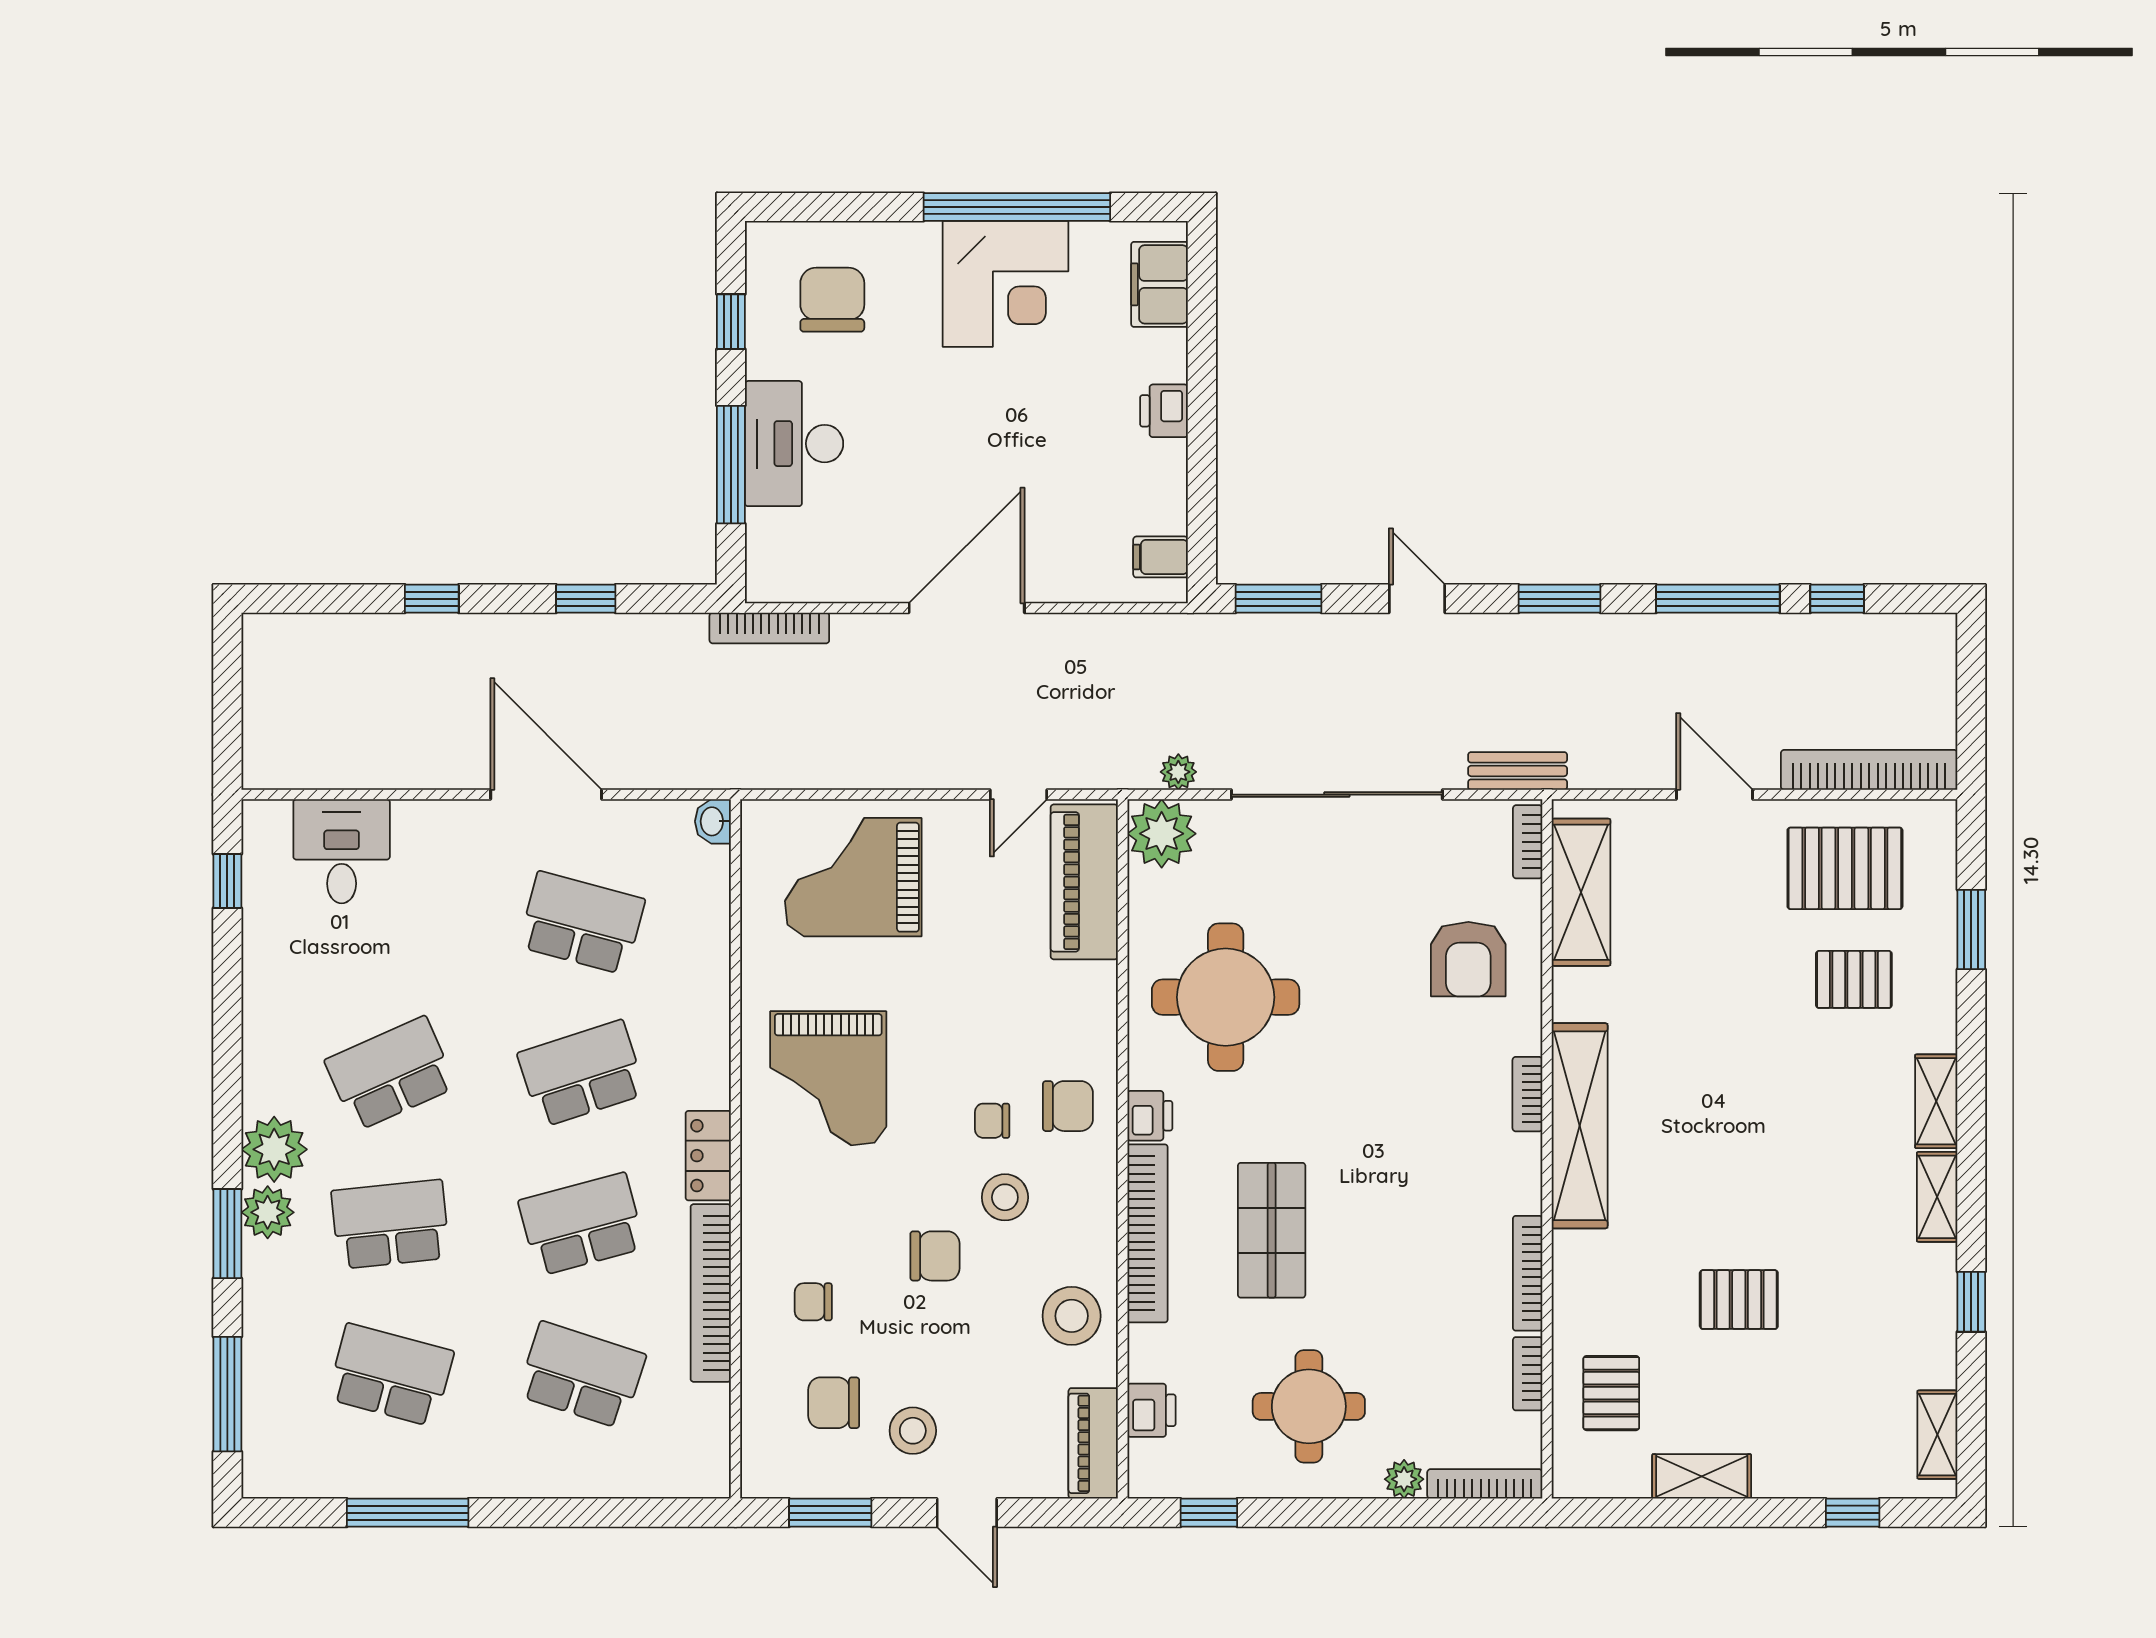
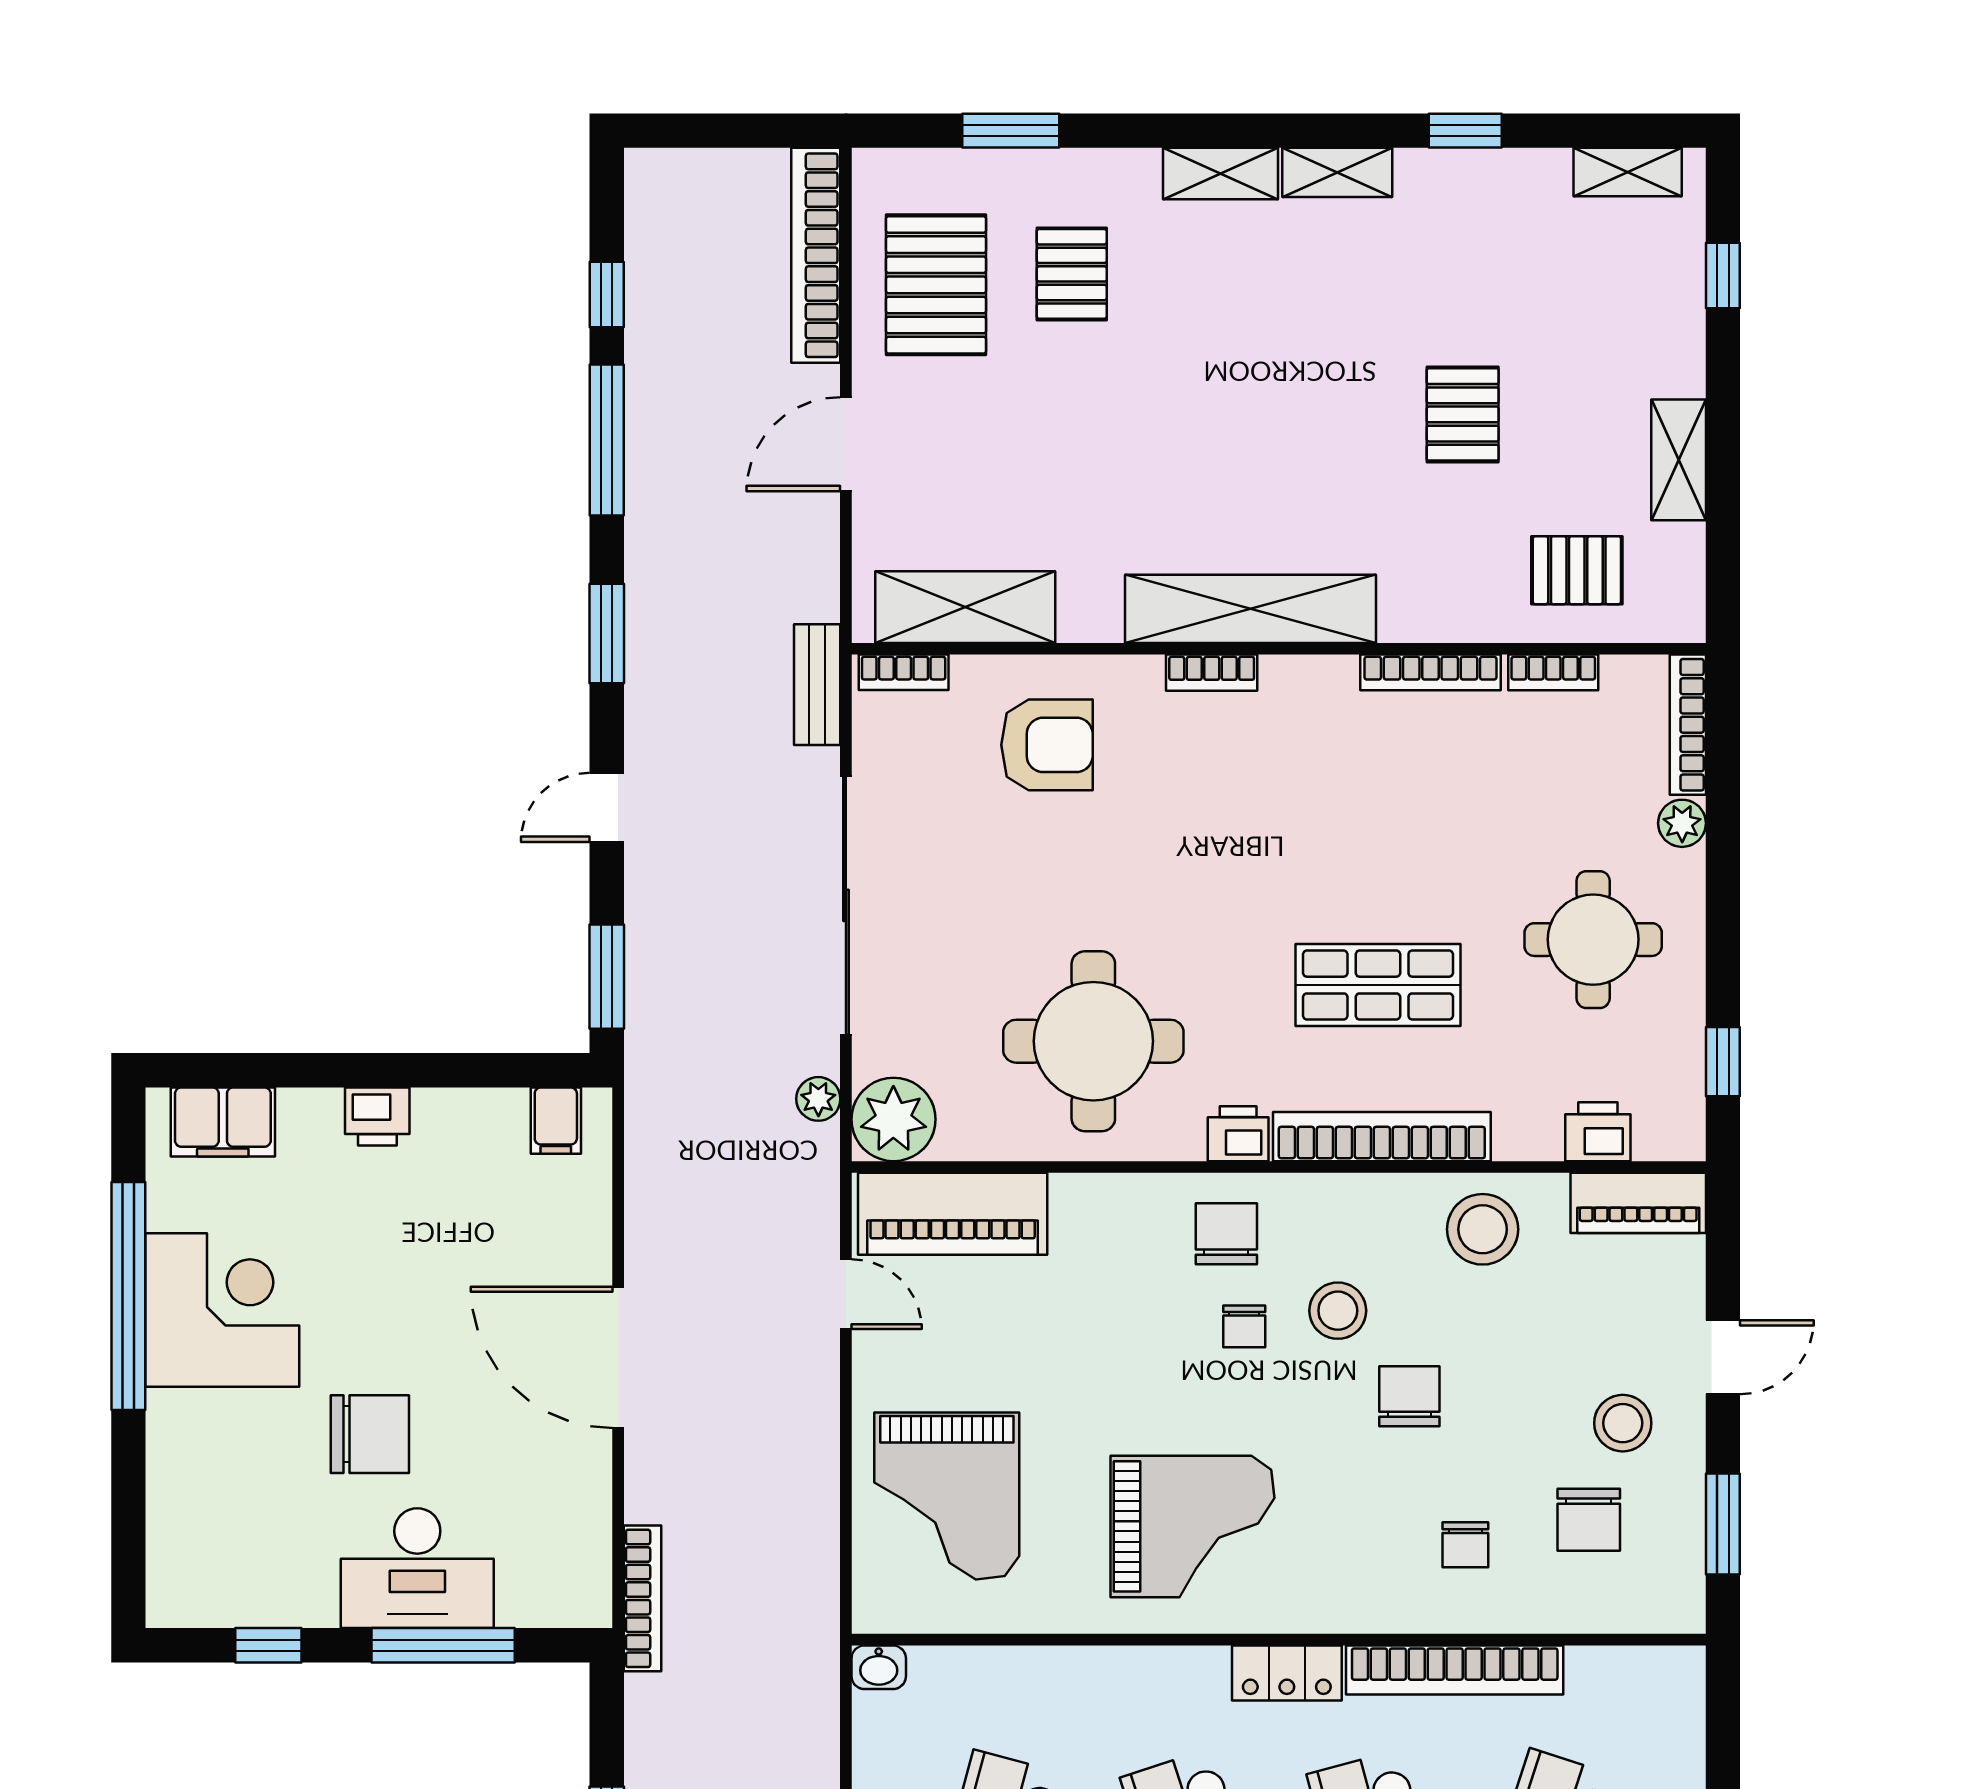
chair: (832, 300) -> (370, 1434), moved, turned 180

